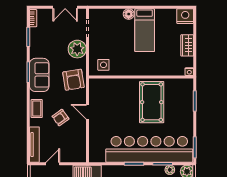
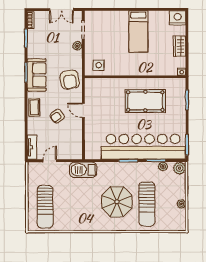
floor lamp: (129, 14) -> (123, 16), removed
plant: (77, 49) -> (77, 46), width x0.53, depth x0.53
pool table: (152, 102) -> (145, 101), turned 90
tv unit: (34, 145) -> (32, 147), width x0.71

